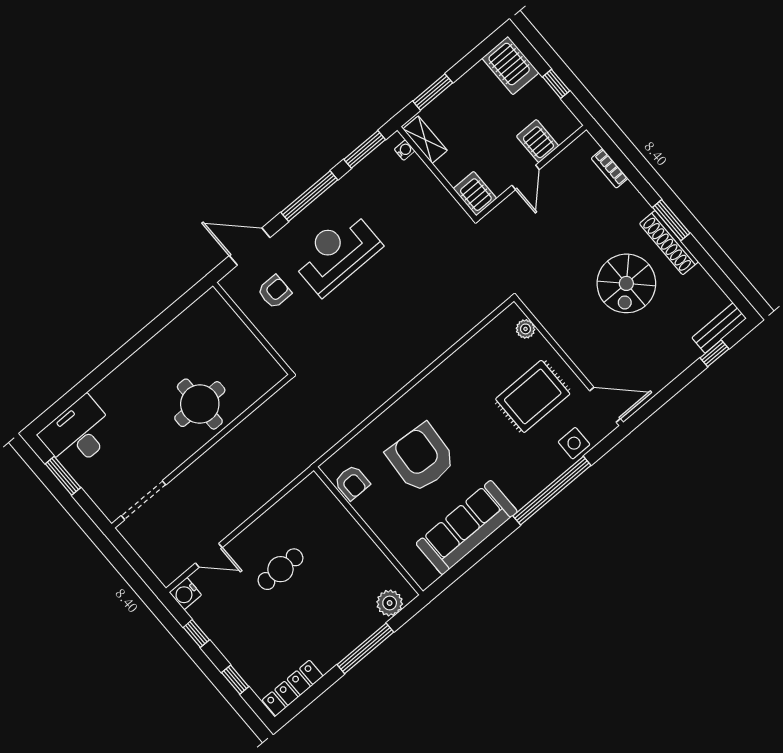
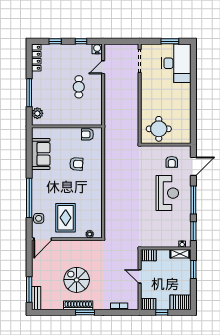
server rack: (538, 141) -> (148, 304), moved
window: (714, 353) -> (29, 289), width x2.17
round table: (200, 404) -> (159, 129), moved
desk: (78, 433) -> (176, 63), width x1.36, depth x1.30
armchair: (421, 458) -> (76, 164), width x0.53, depth x0.53
sofa: (467, 528) -> (41, 154), width x0.73

